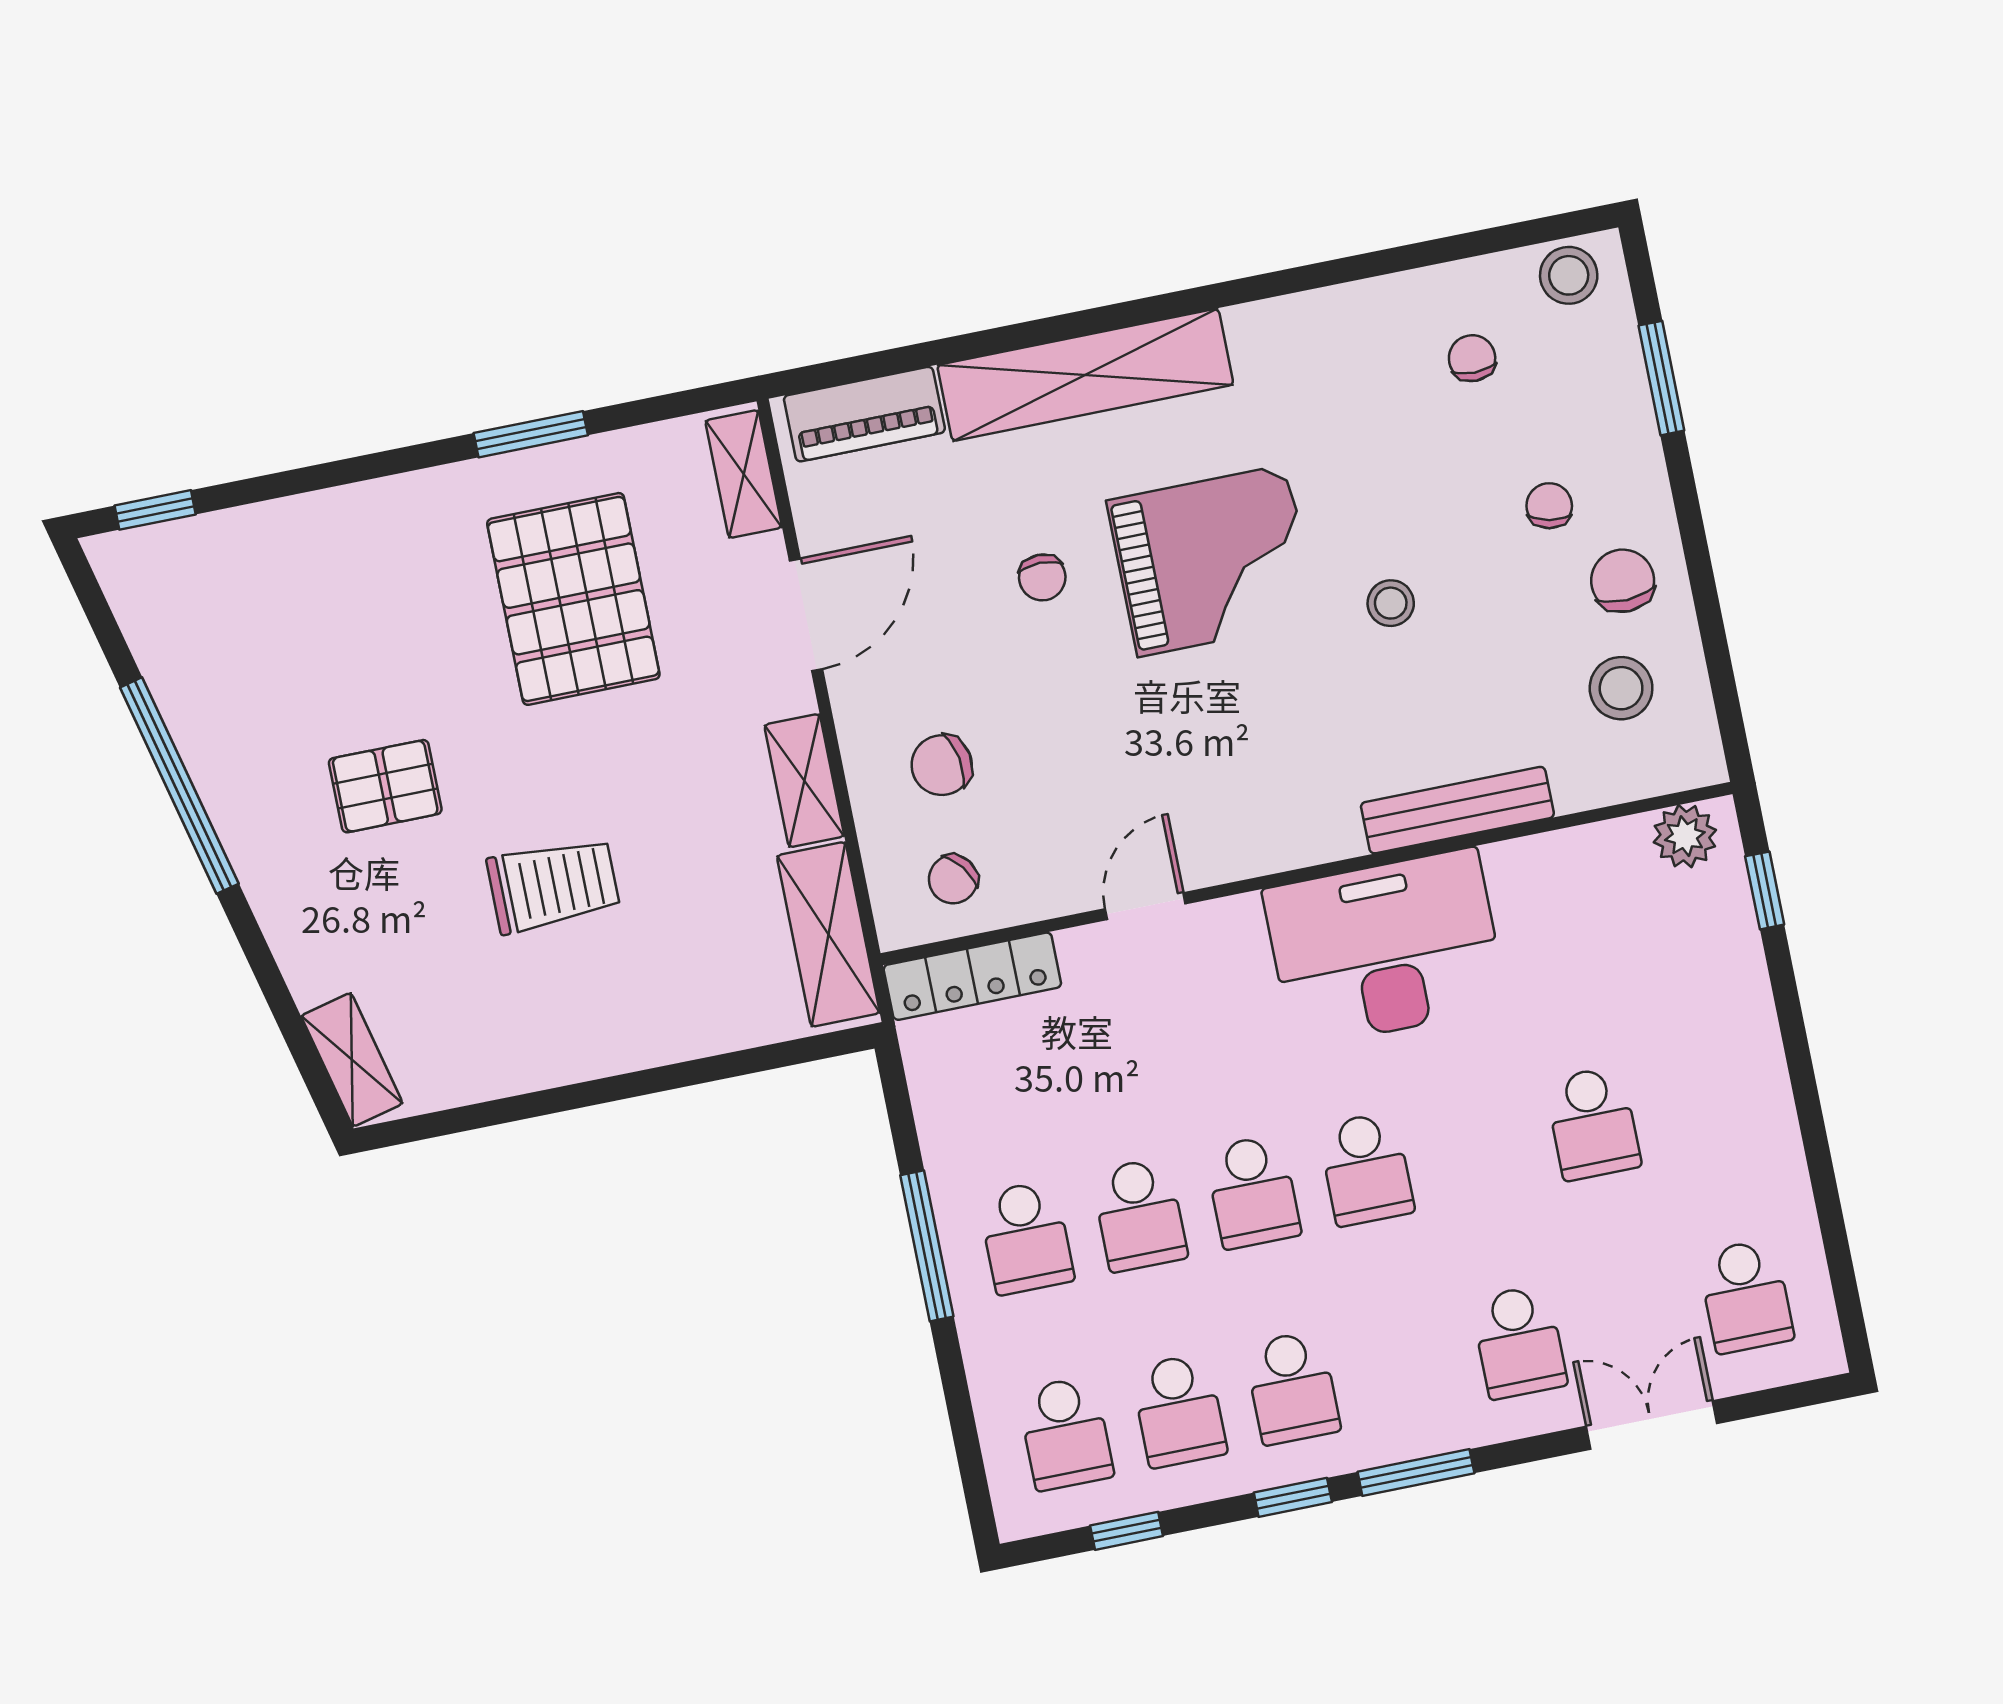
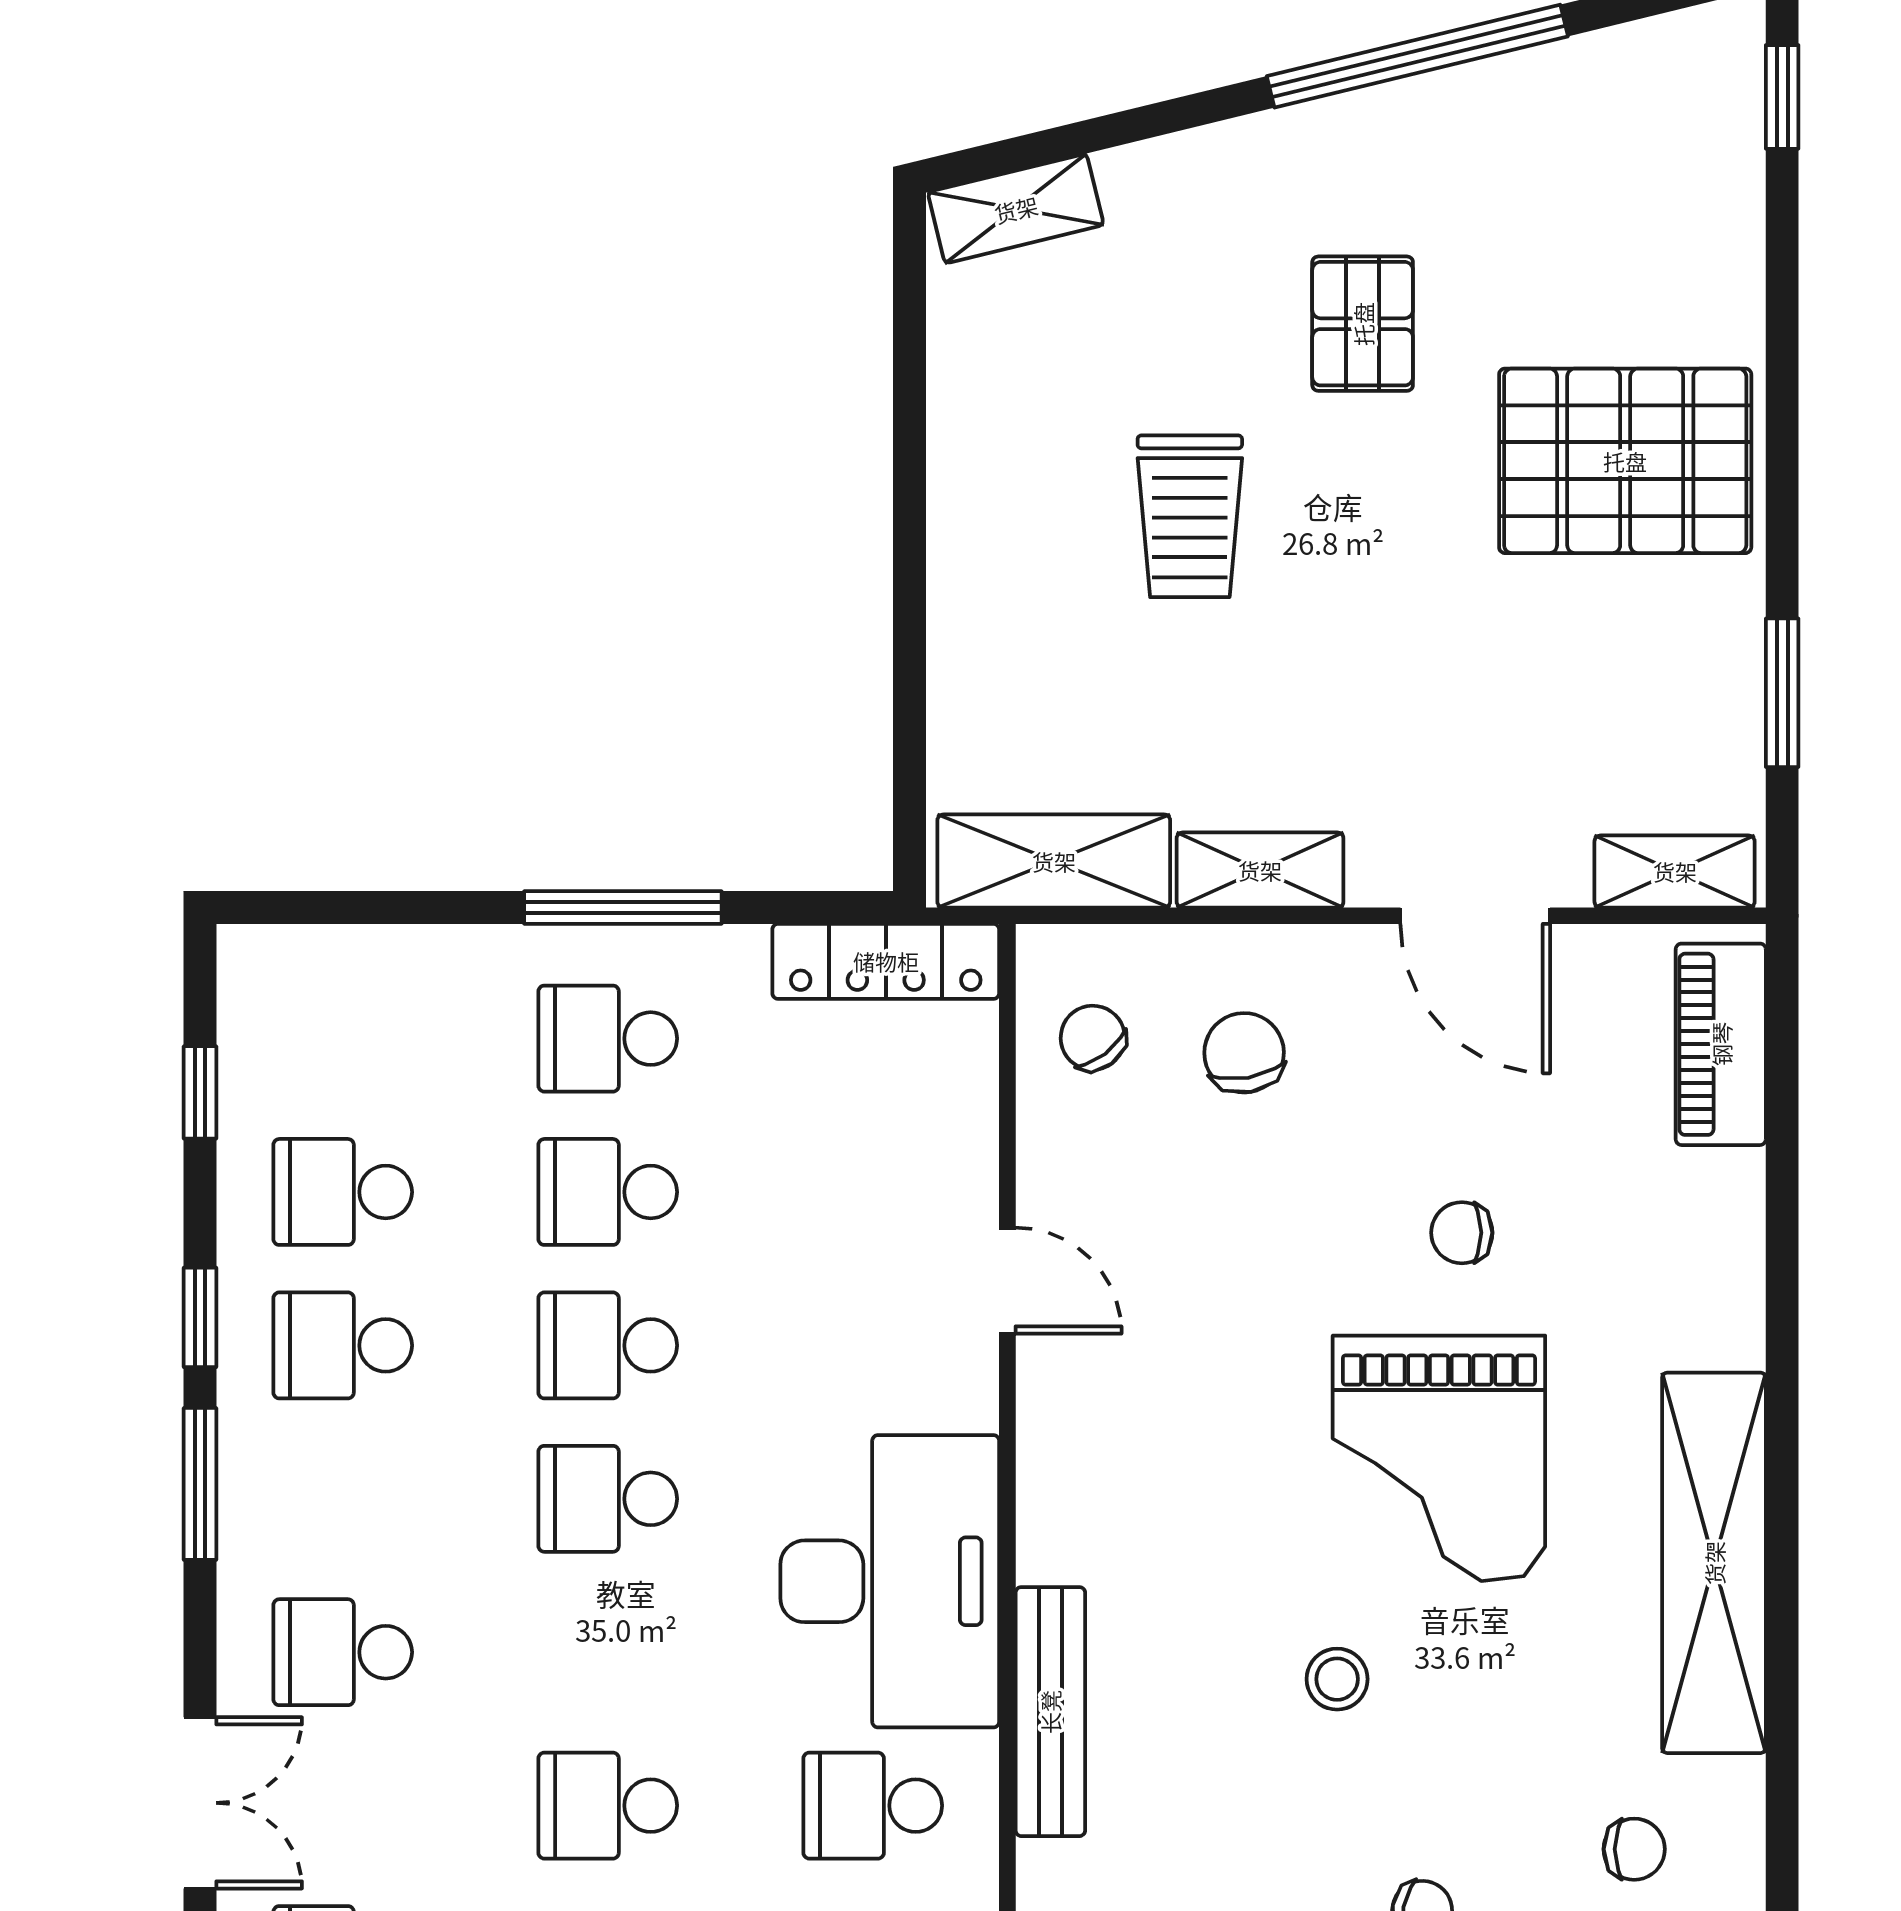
shelving: (1085, 375) -> (1714, 1563), moved
window: (531, 434) -> (1782, 693), moved
pallet: (573, 599) -> (1625, 461), moved
locker: (972, 976) -> (886, 961), moved, turned -90
school desk: (1065, 1433) -> (873, 1806), moved

